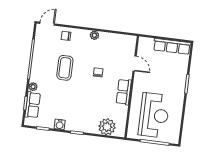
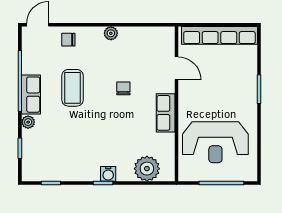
row of seats: (172, 46) -> (219, 35), width x1.36
row of seats: (33, 105) -> (31, 95), moved
reception desk: (154, 115) -> (215, 142), turned 90
water cooler: (60, 124) -> (108, 174), moved

